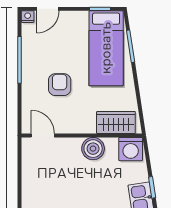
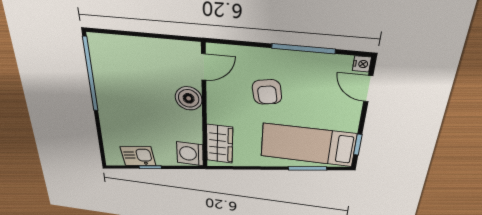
armchair: (60, 85) -> (267, 92), turned 80
boiler: (93, 149) -> (189, 98), moved

